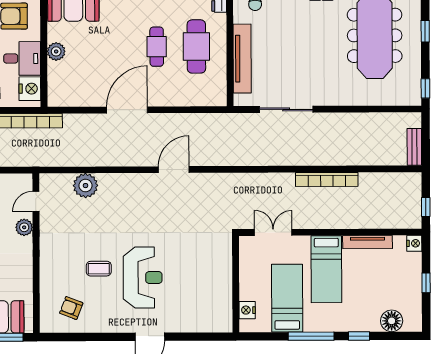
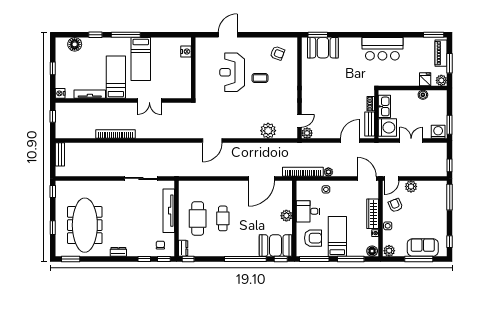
nightstand: (30, 89) -> (303, 192), removed
door: (127, 110) -> (261, 178), moved
plant: (24, 227) -> (307, 133), moved
wall: (236, 284) -> (193, 68), moved
nightstand: (247, 310) -> (186, 52), moved

